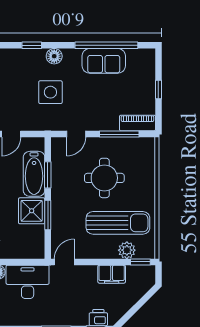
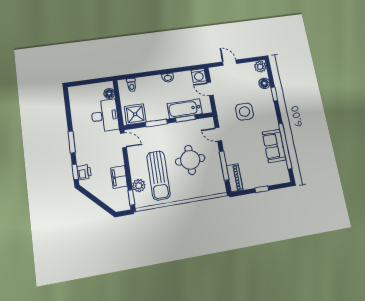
floor lamp: (54, 56) -> (264, 83), moved
shower: (32, 211) -> (135, 114), moved

